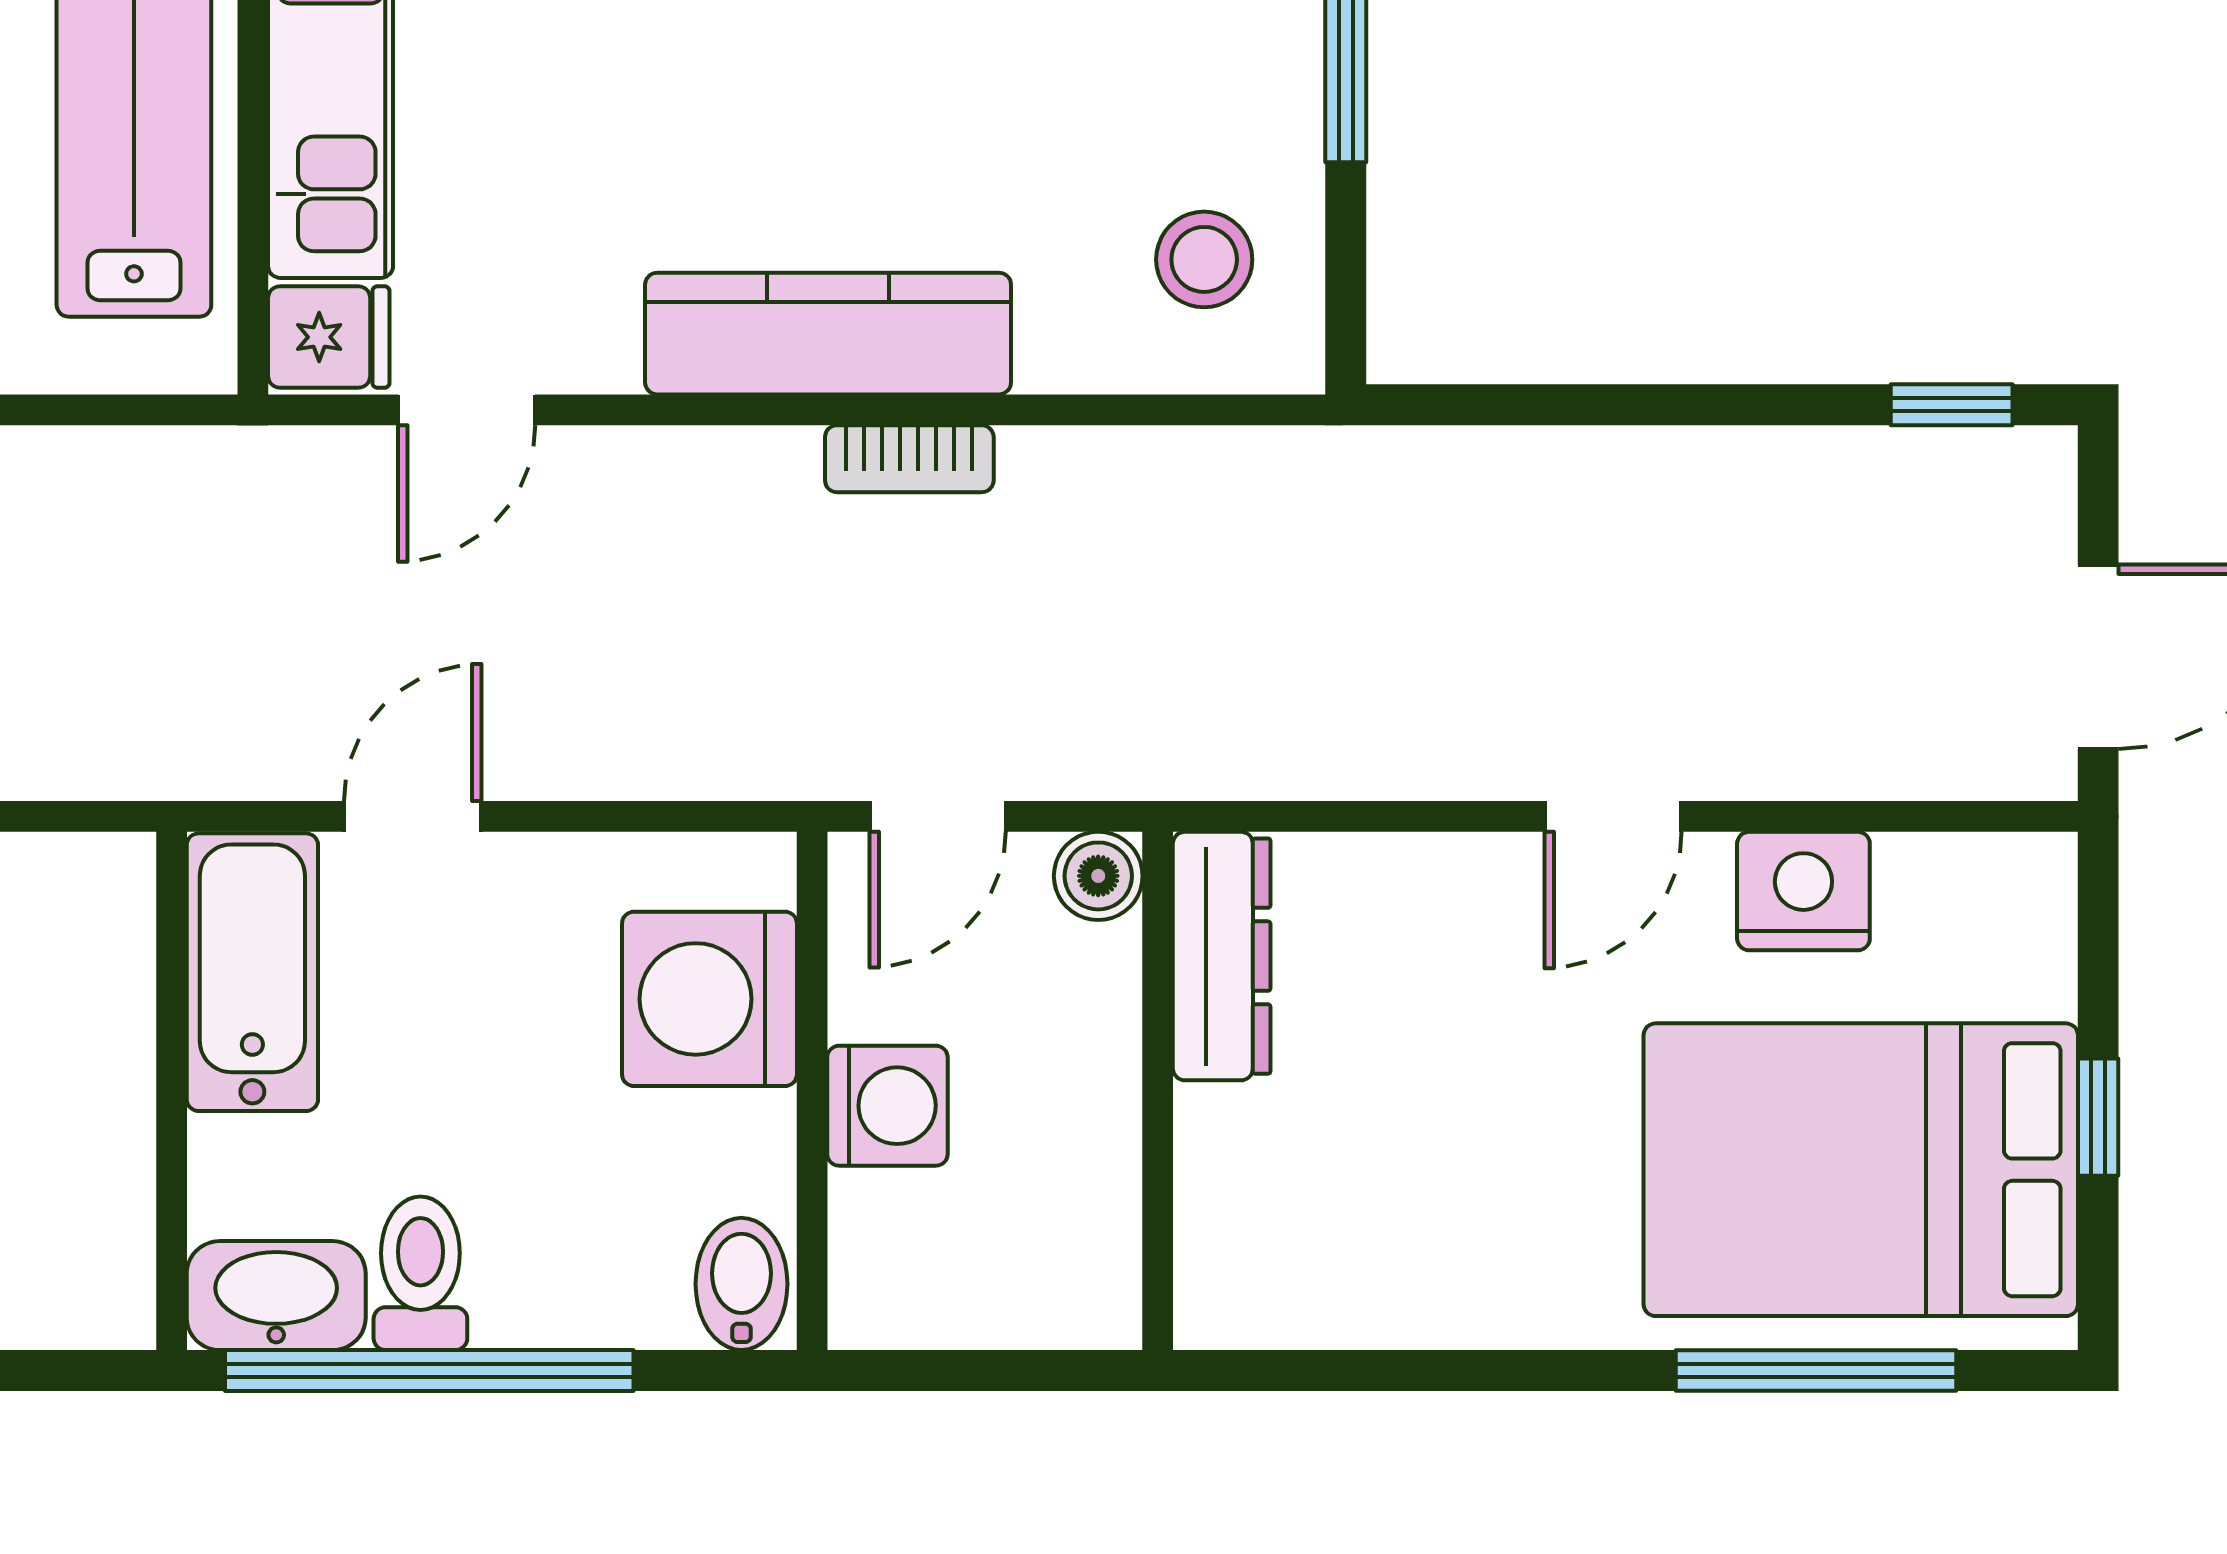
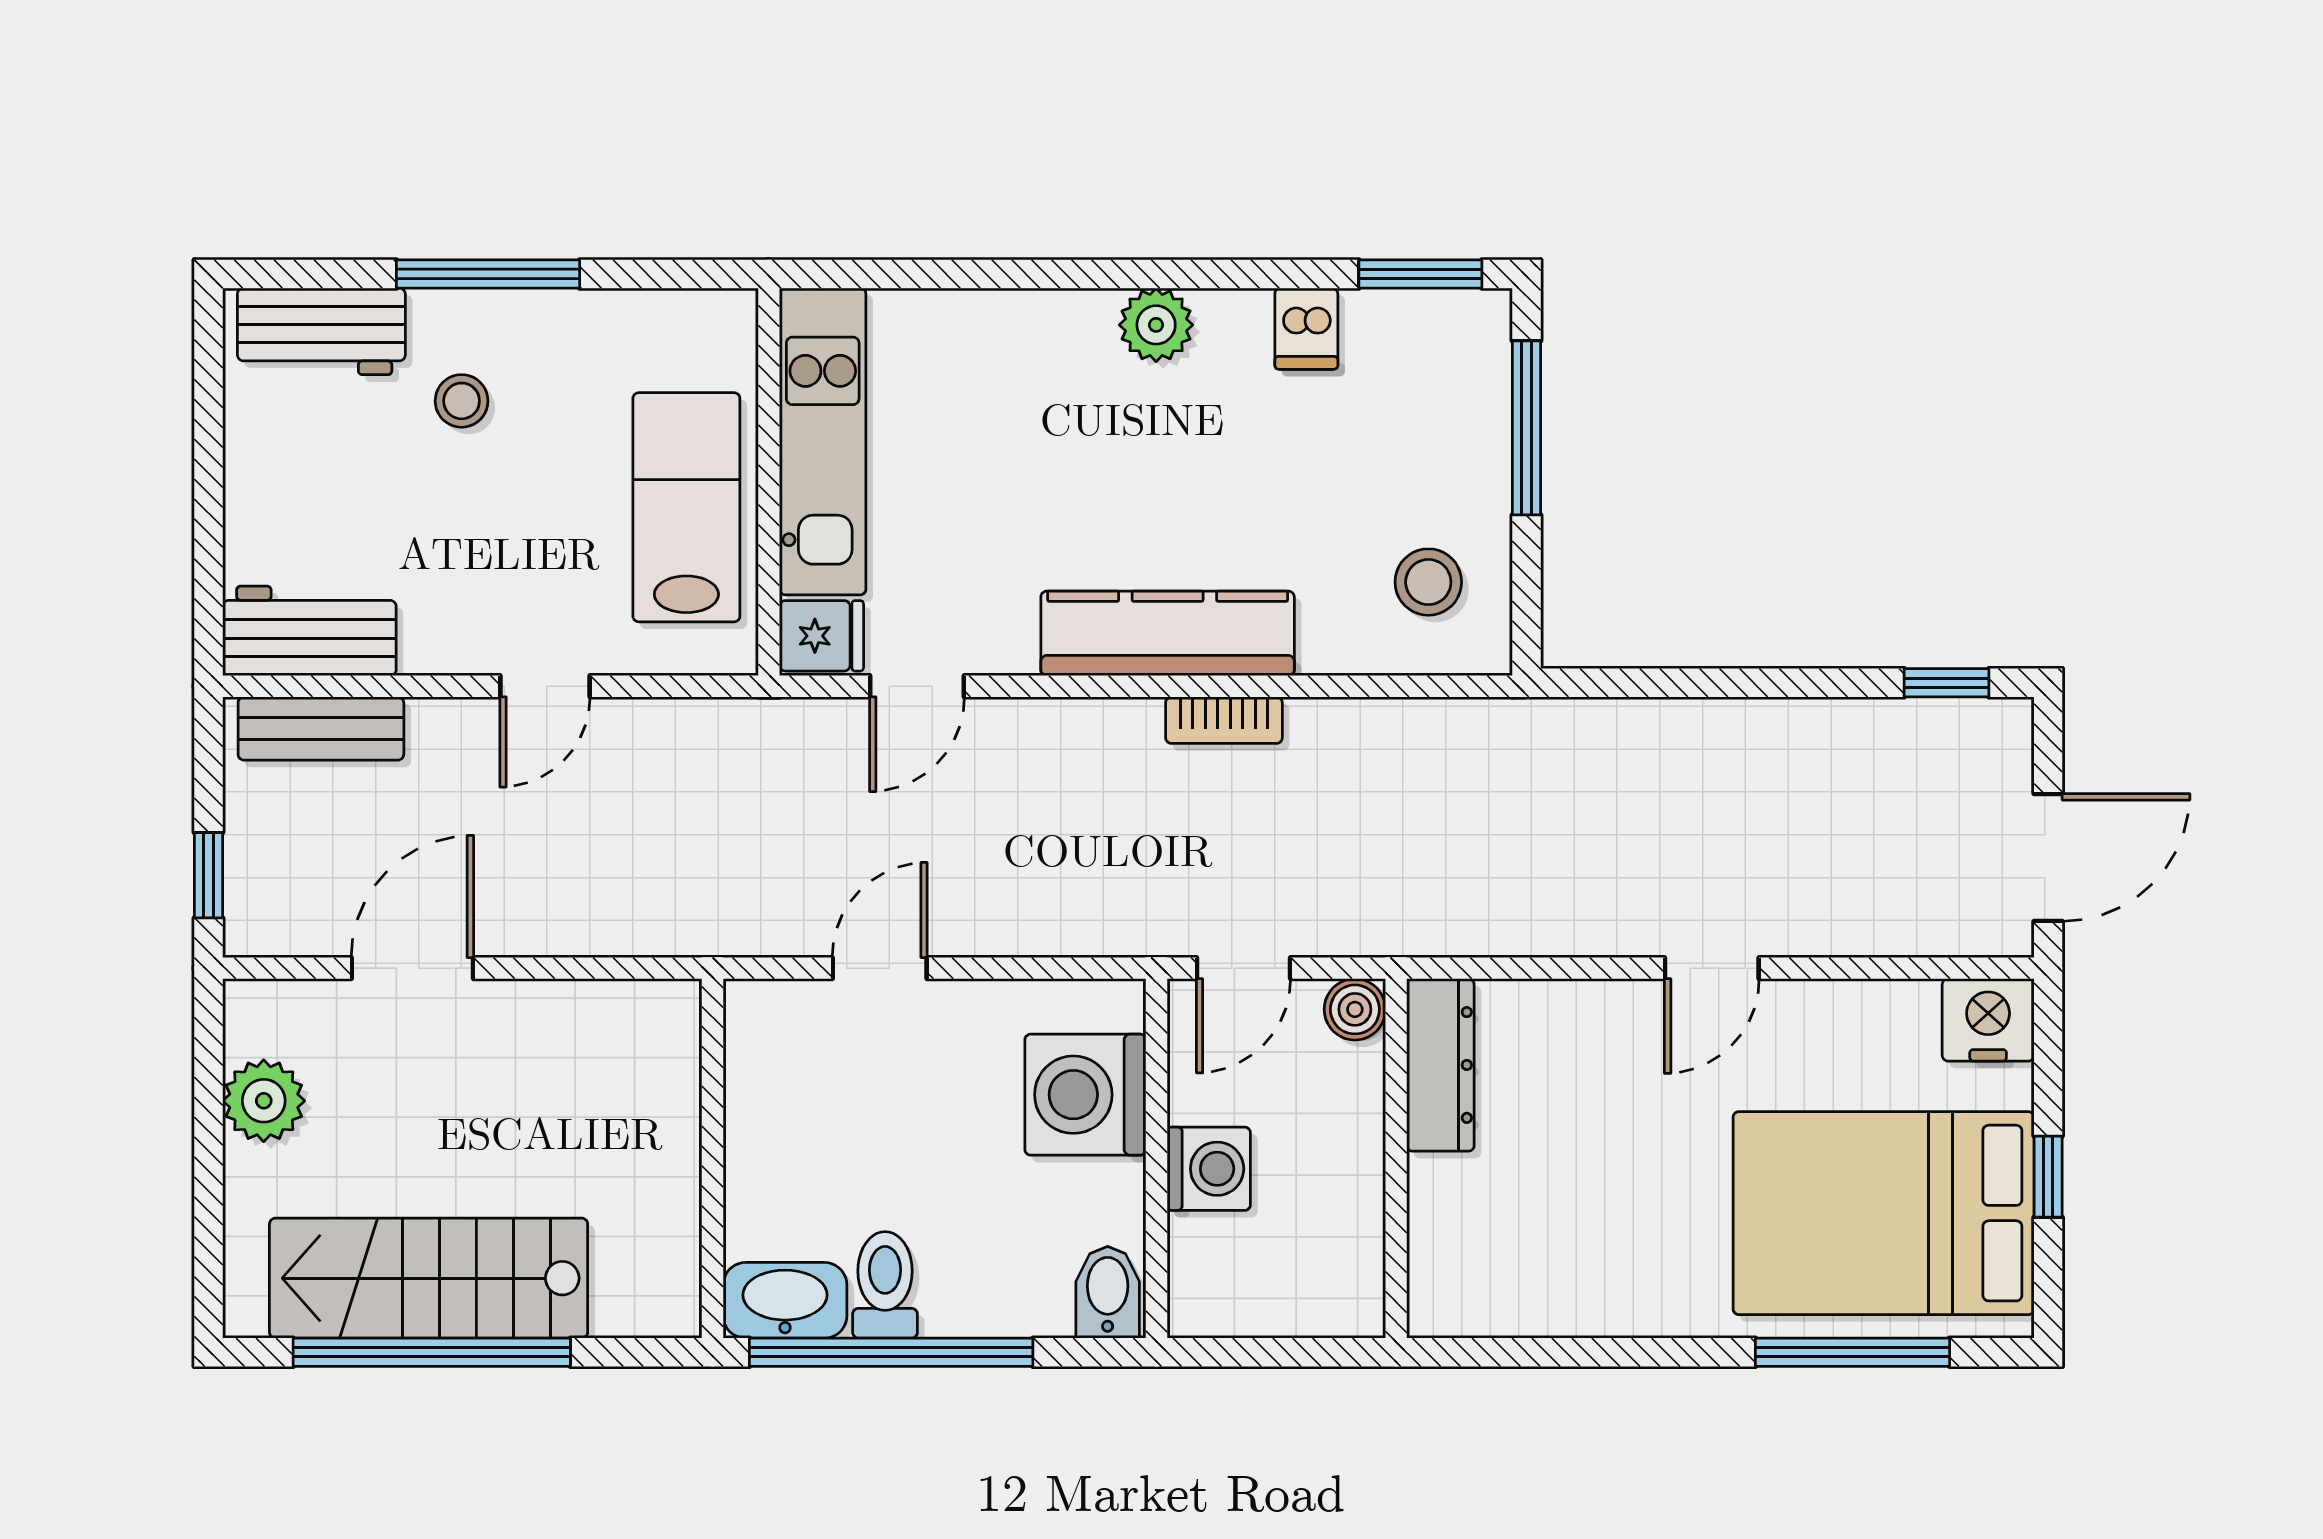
nightstand: (1803, 891) -> (1988, 1020), moved
bathtub: (252, 972) -> (768, 1076), removed

